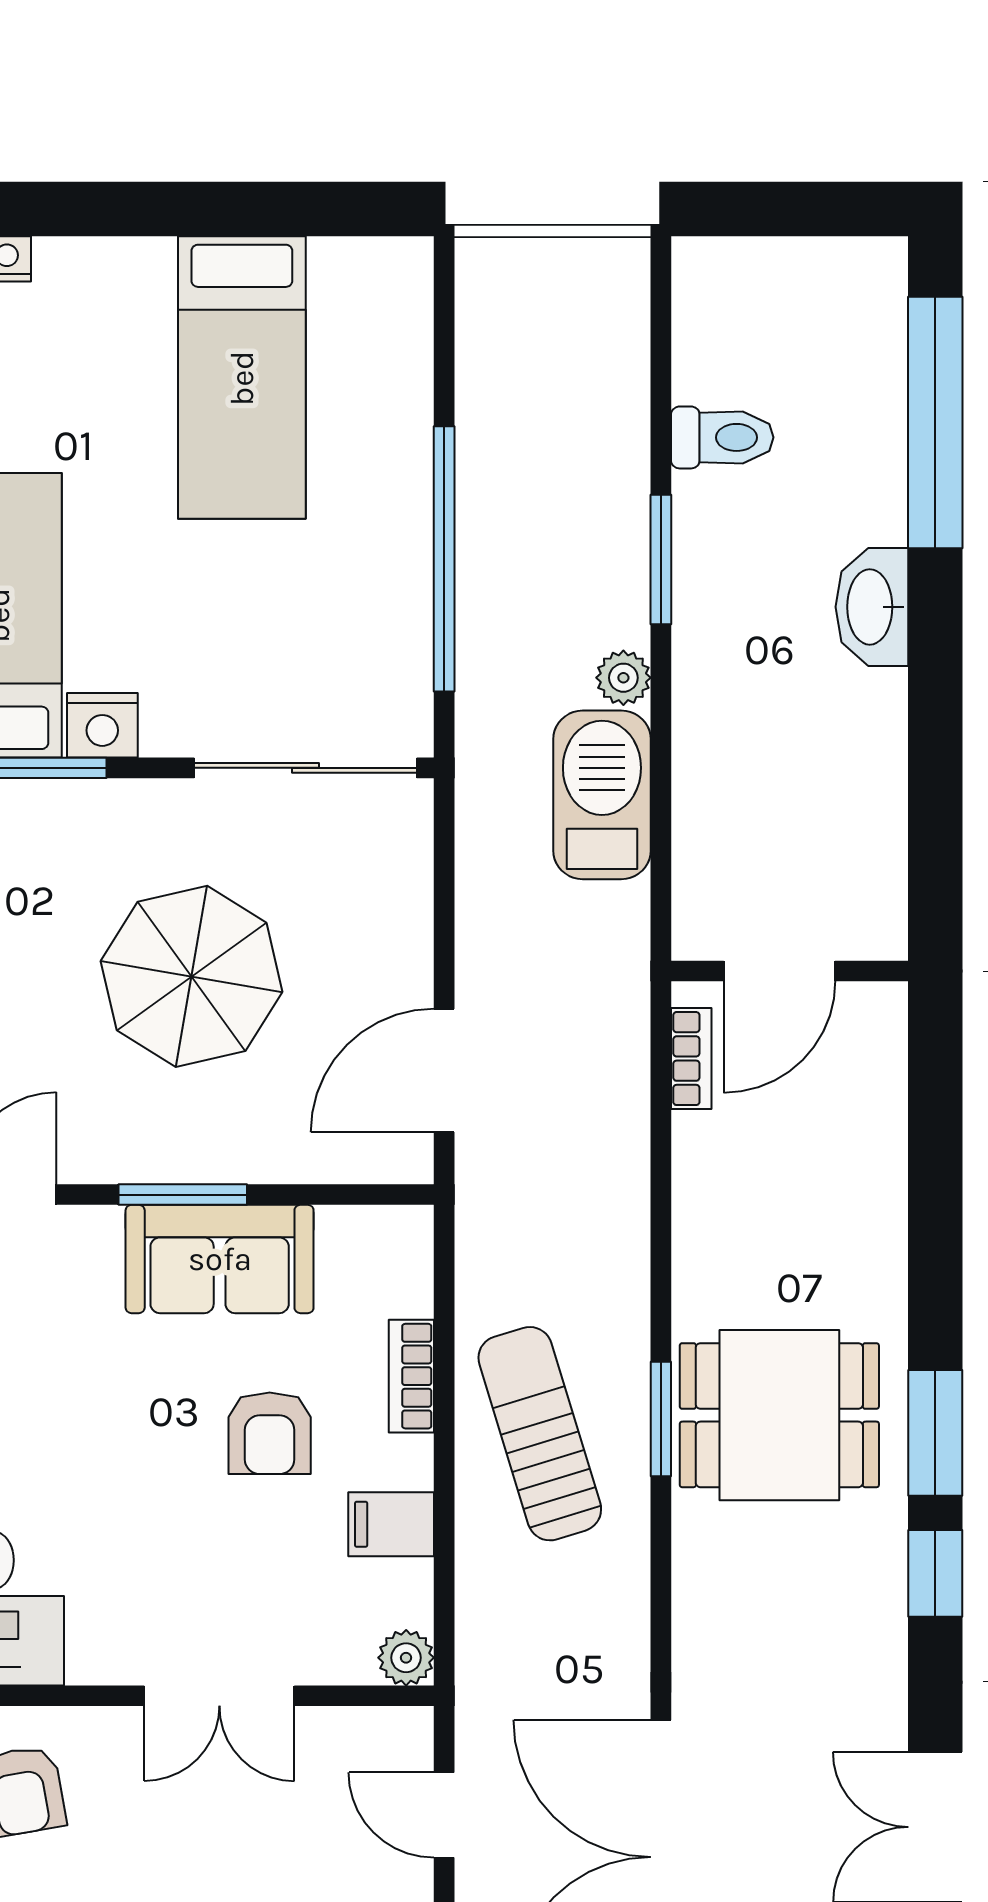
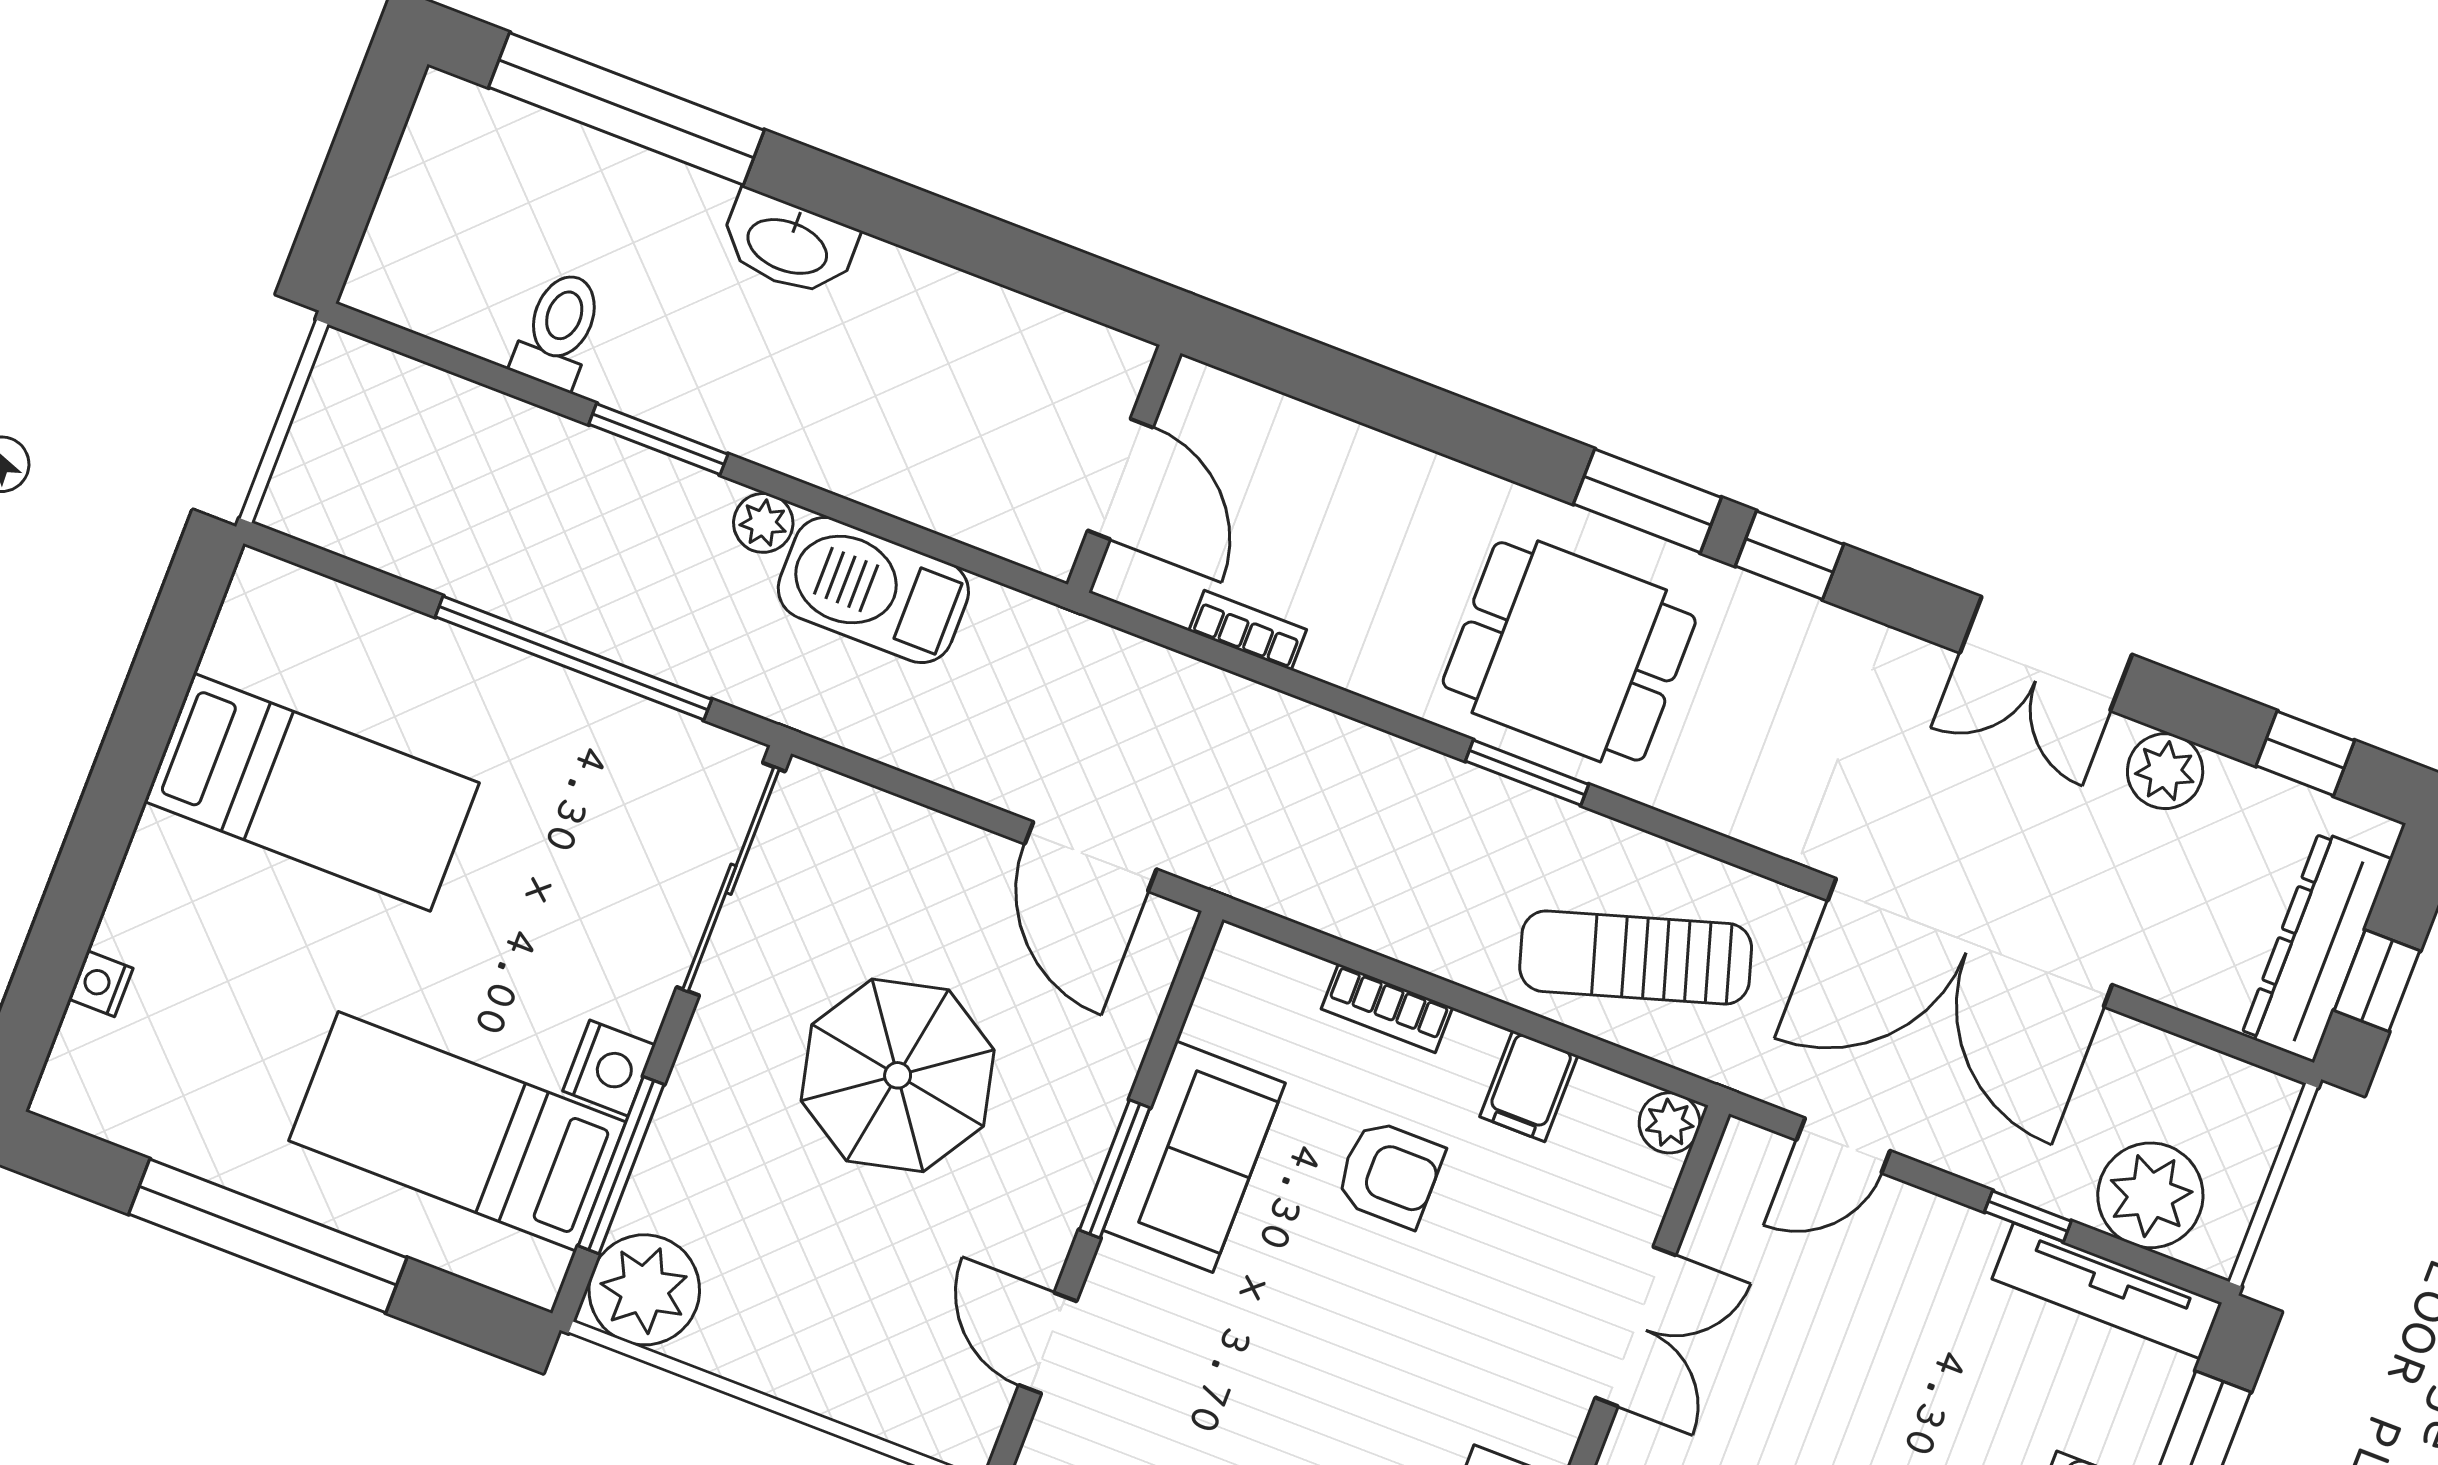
bookcase: (691, 1059) -> (1248, 630), moved
dining table: (779, 1415) -> (1569, 651), turned 90
sun lounger: (540, 1434) -> (1636, 957), moved

